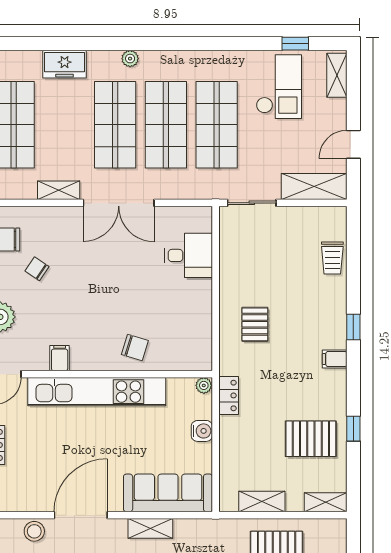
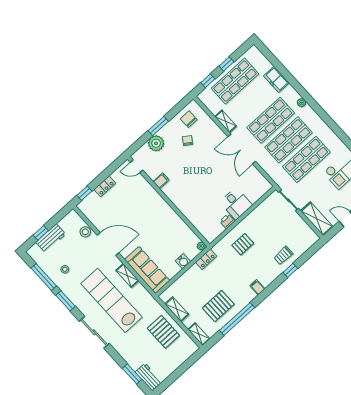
desk: (188, 255) -> (236, 204), moved
trolley: (332, 258) -> (283, 255), moved
printer: (202, 317) -> (227, 221), added
window: (353, 327) -> (290, 270), moved
chair: (135, 348) -> (192, 206), removed
kitchen unit: (97, 392) -> (161, 207), removed
window: (353, 429) -> (237, 319), width x3.17
pallet: (311, 439) -> (218, 306), turned 90

